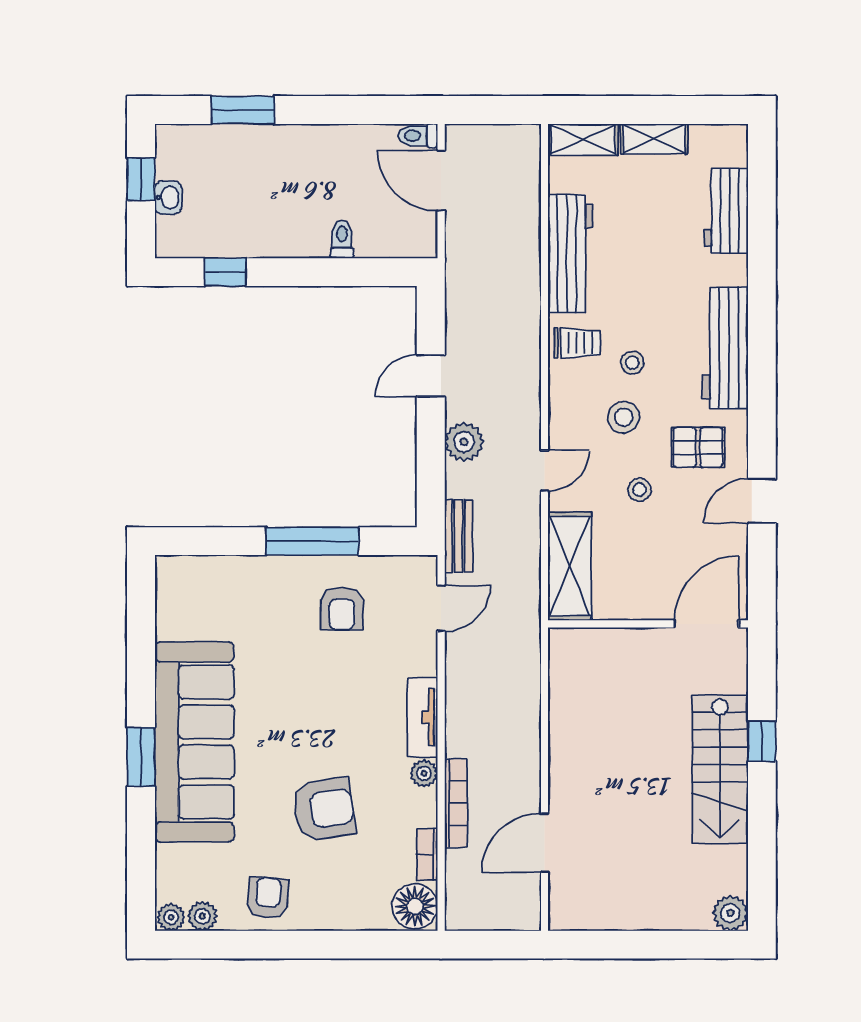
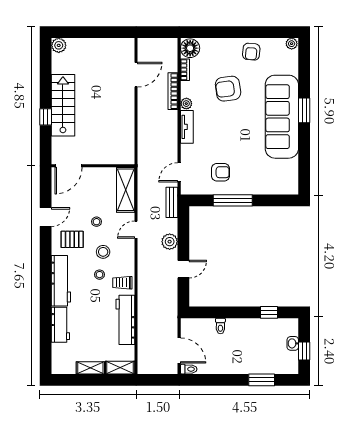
workbench: (726, 211) -> (60, 325), moved
armchair: (342, 608) -> (220, 172), turned 90
plant: (202, 916) -> (279, 44), removed

